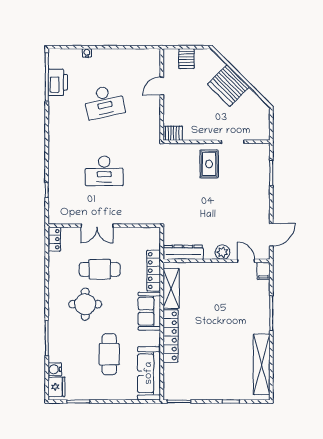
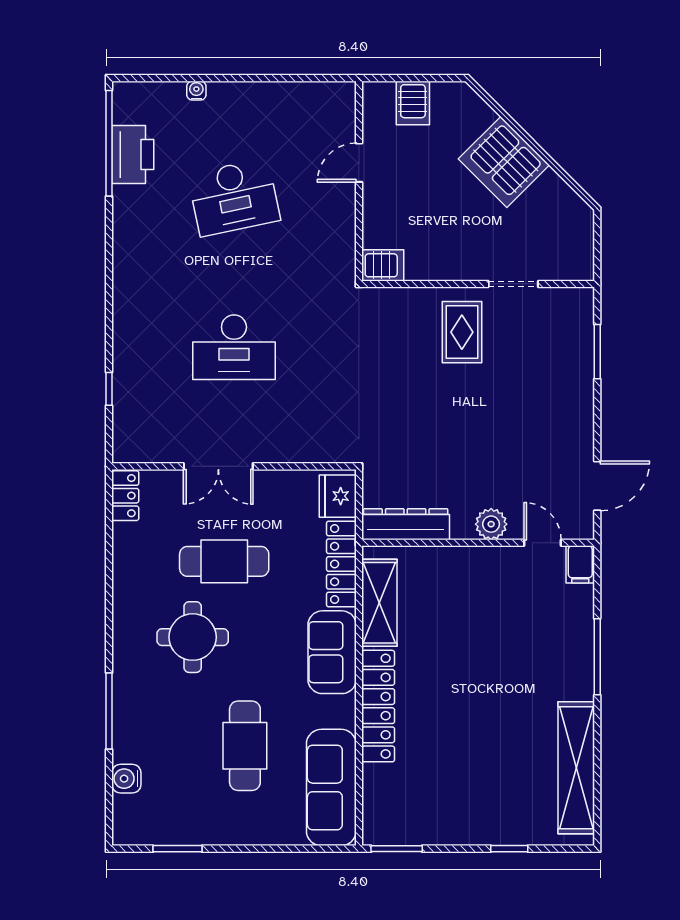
fridge: (57, 387) -> (338, 496), moved, turned 180

